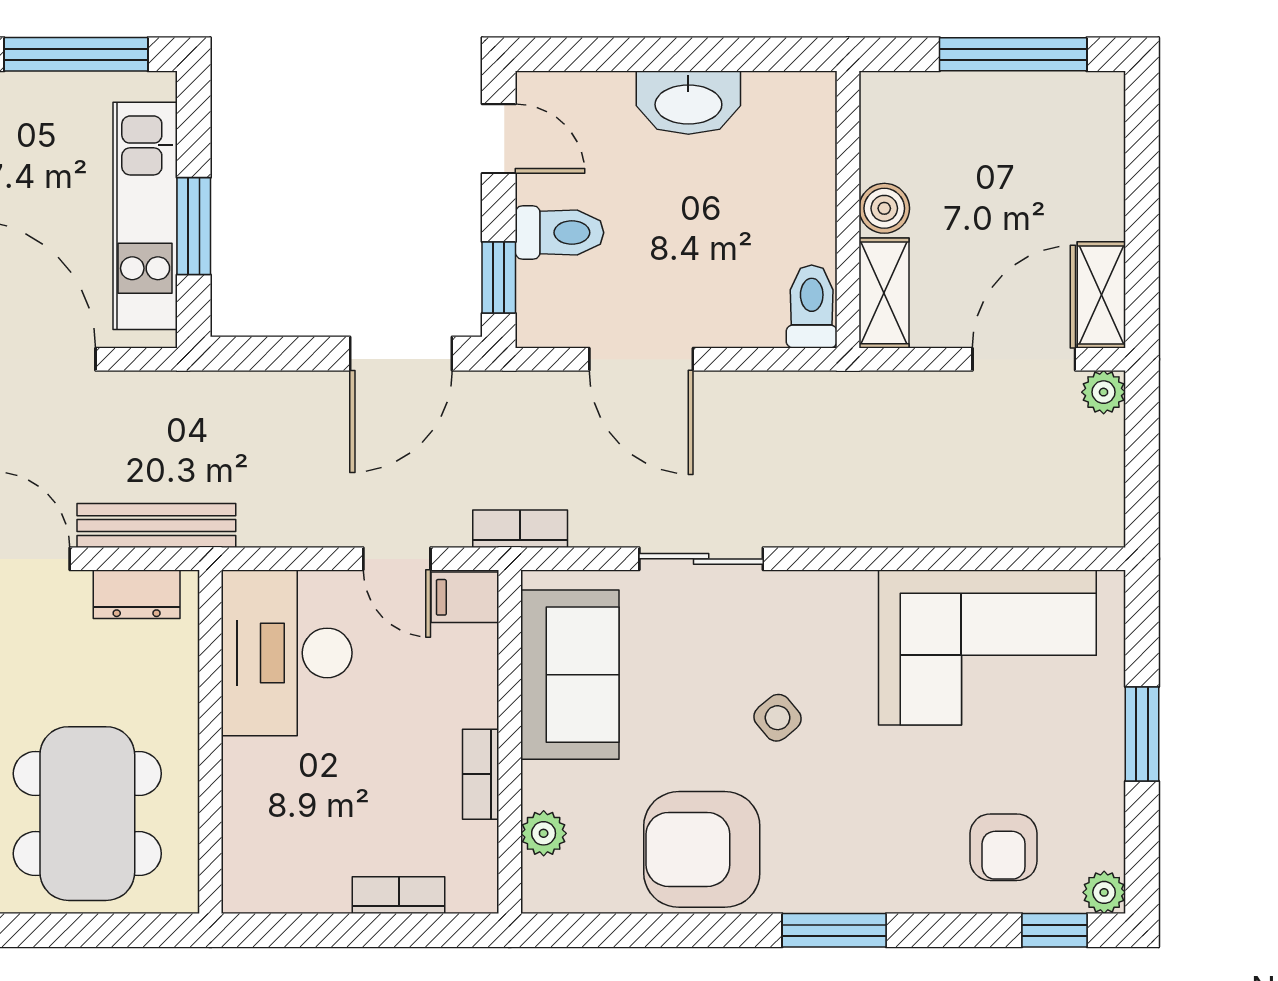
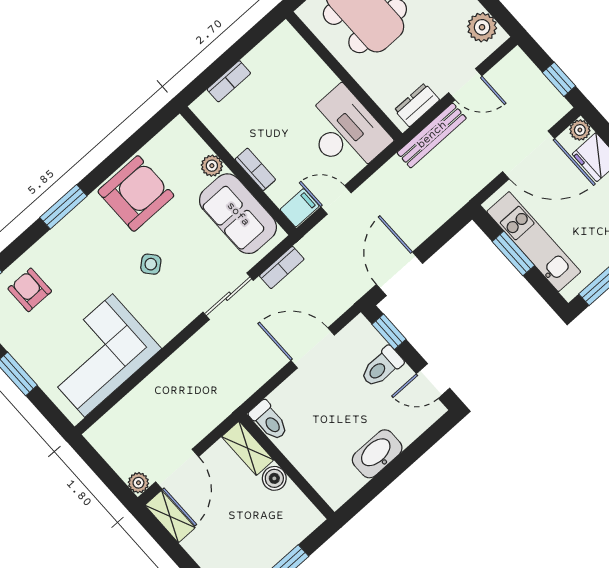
bookcase: (520, 529) -> (282, 267), moved
bookcase: (481, 774) -> (255, 169), moved
plant: (544, 833) -> (212, 166), moved

